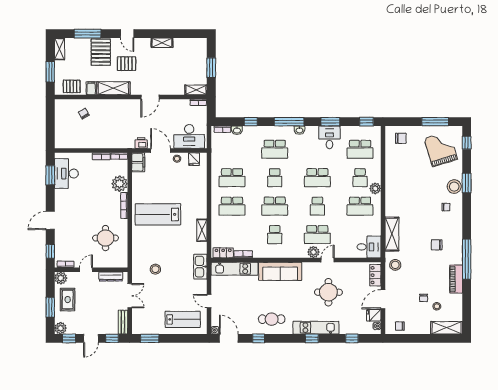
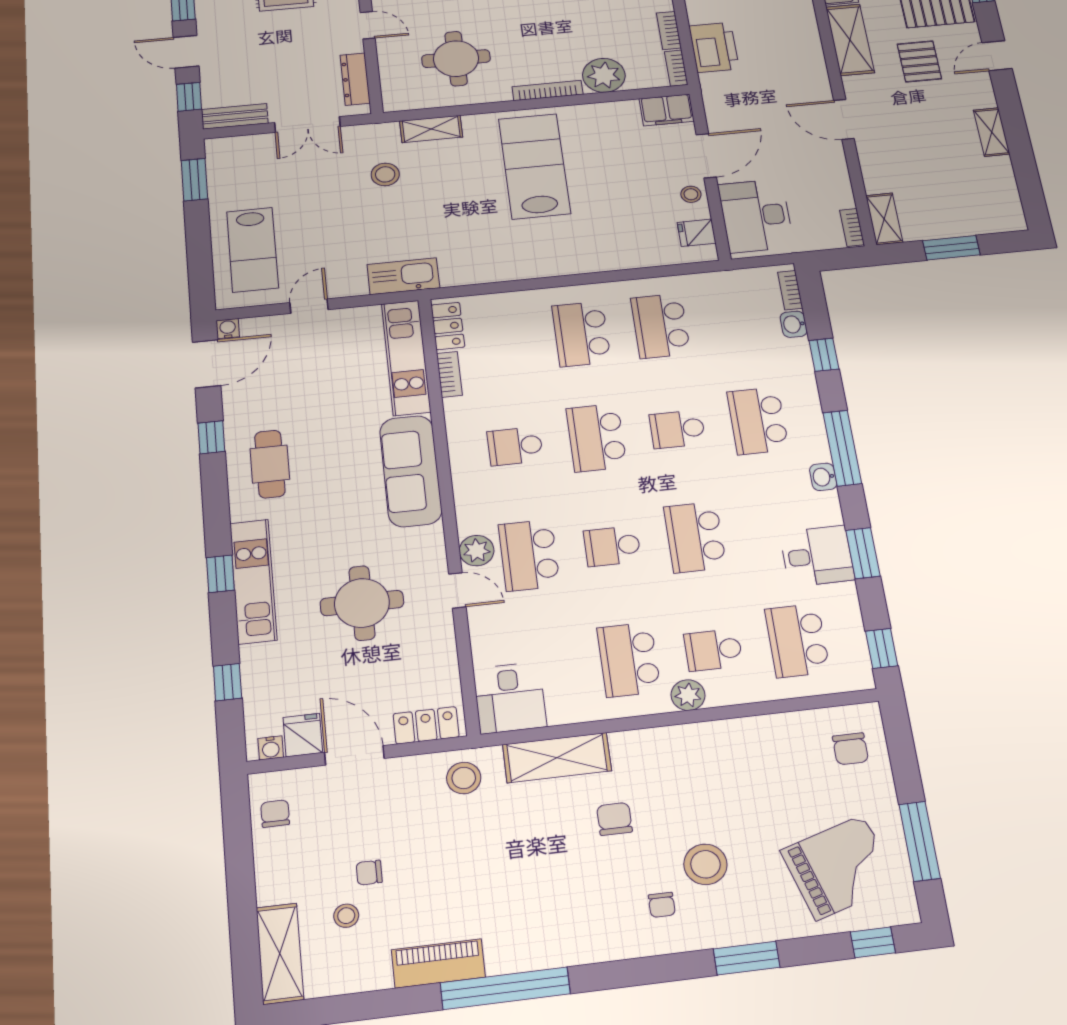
printer: (141, 143) -> (714, 47), moved, width x1.87, depth x1.48
stool: (454, 187) -> (705, 864), moved
shelving: (202, 230) -> (431, 129), moved
chair: (437, 245) -> (614, 819), moved

